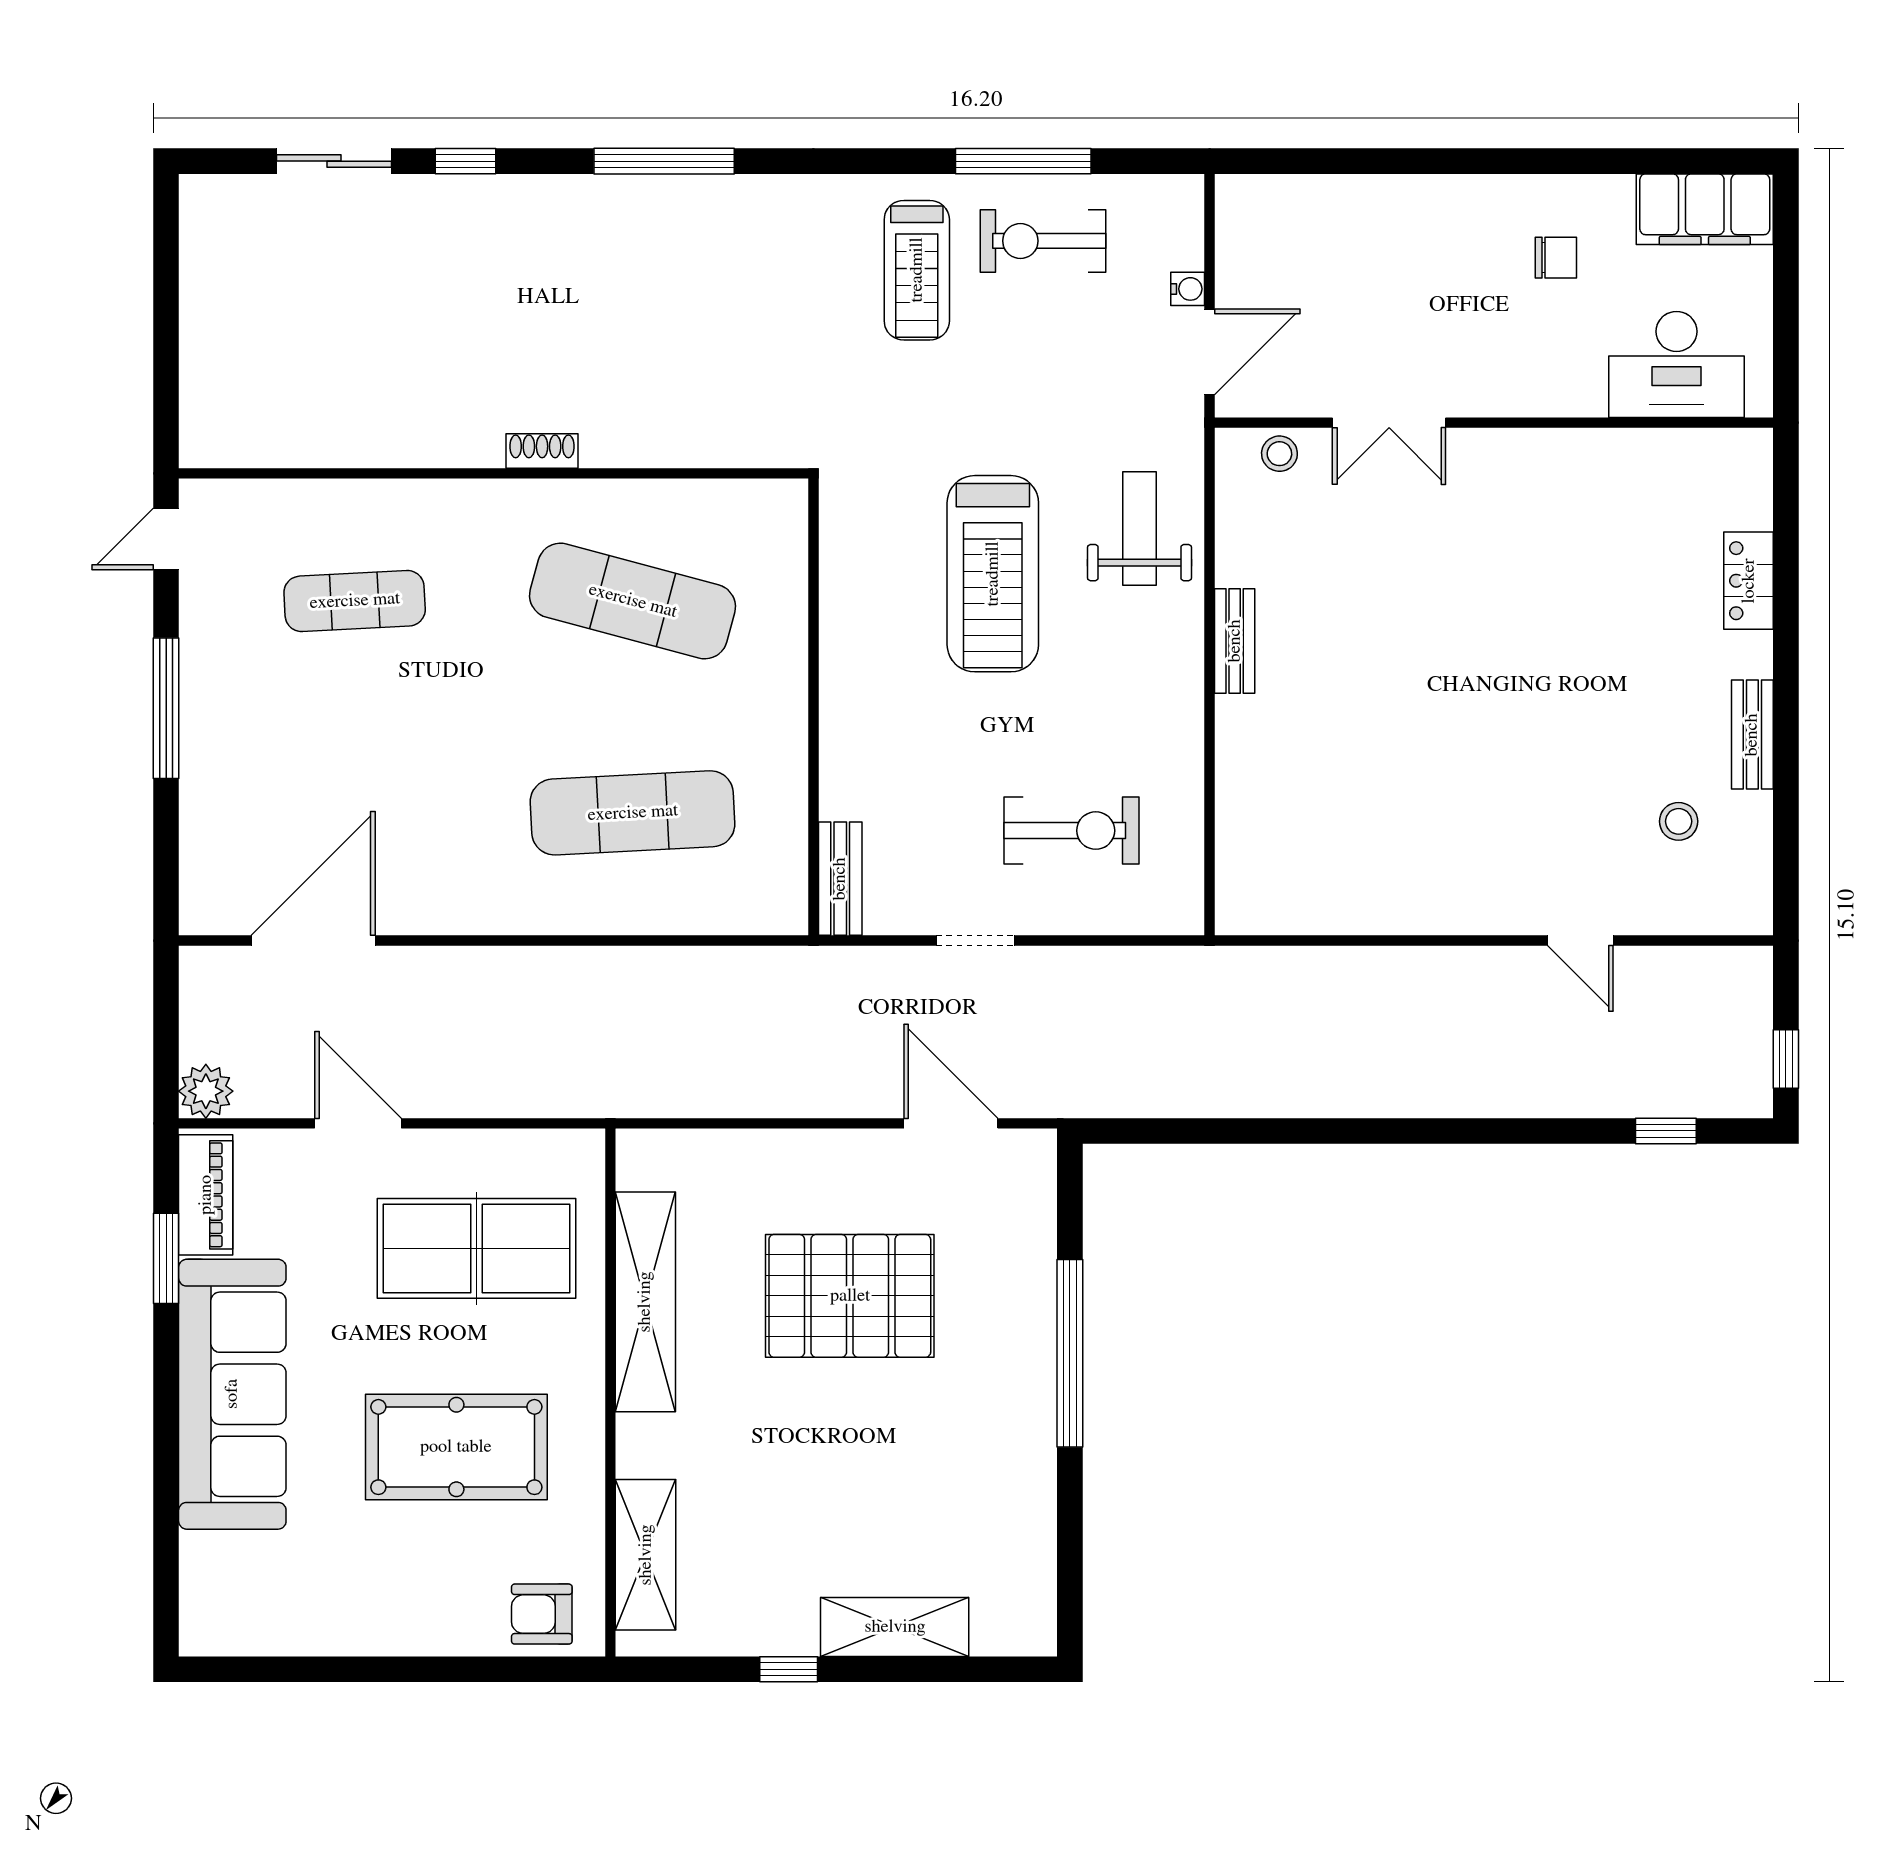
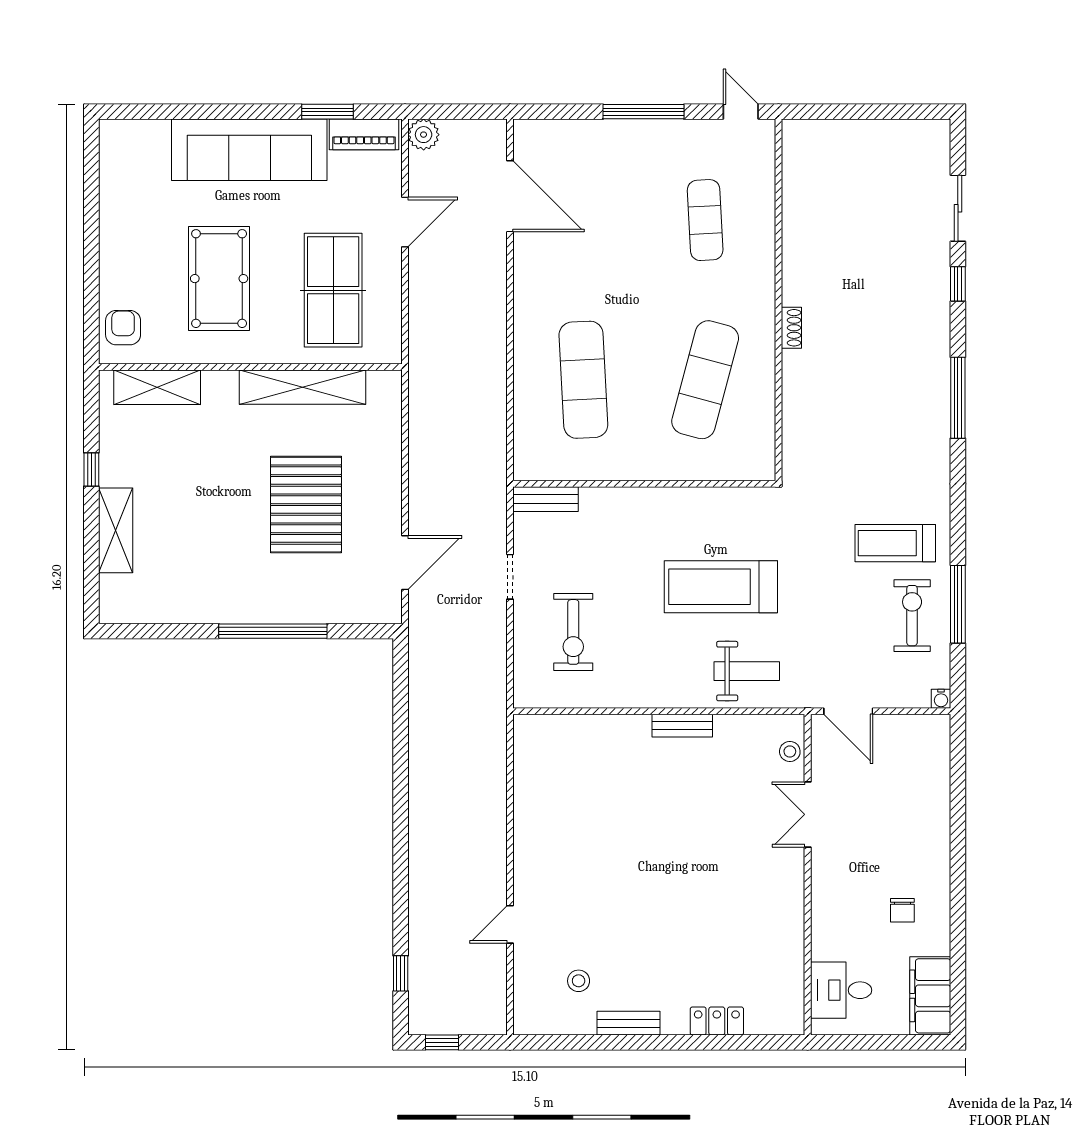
water cooler: (1188, 289) -> (941, 699), moved
desk: (1677, 364) -> (841, 990), width x0.73

